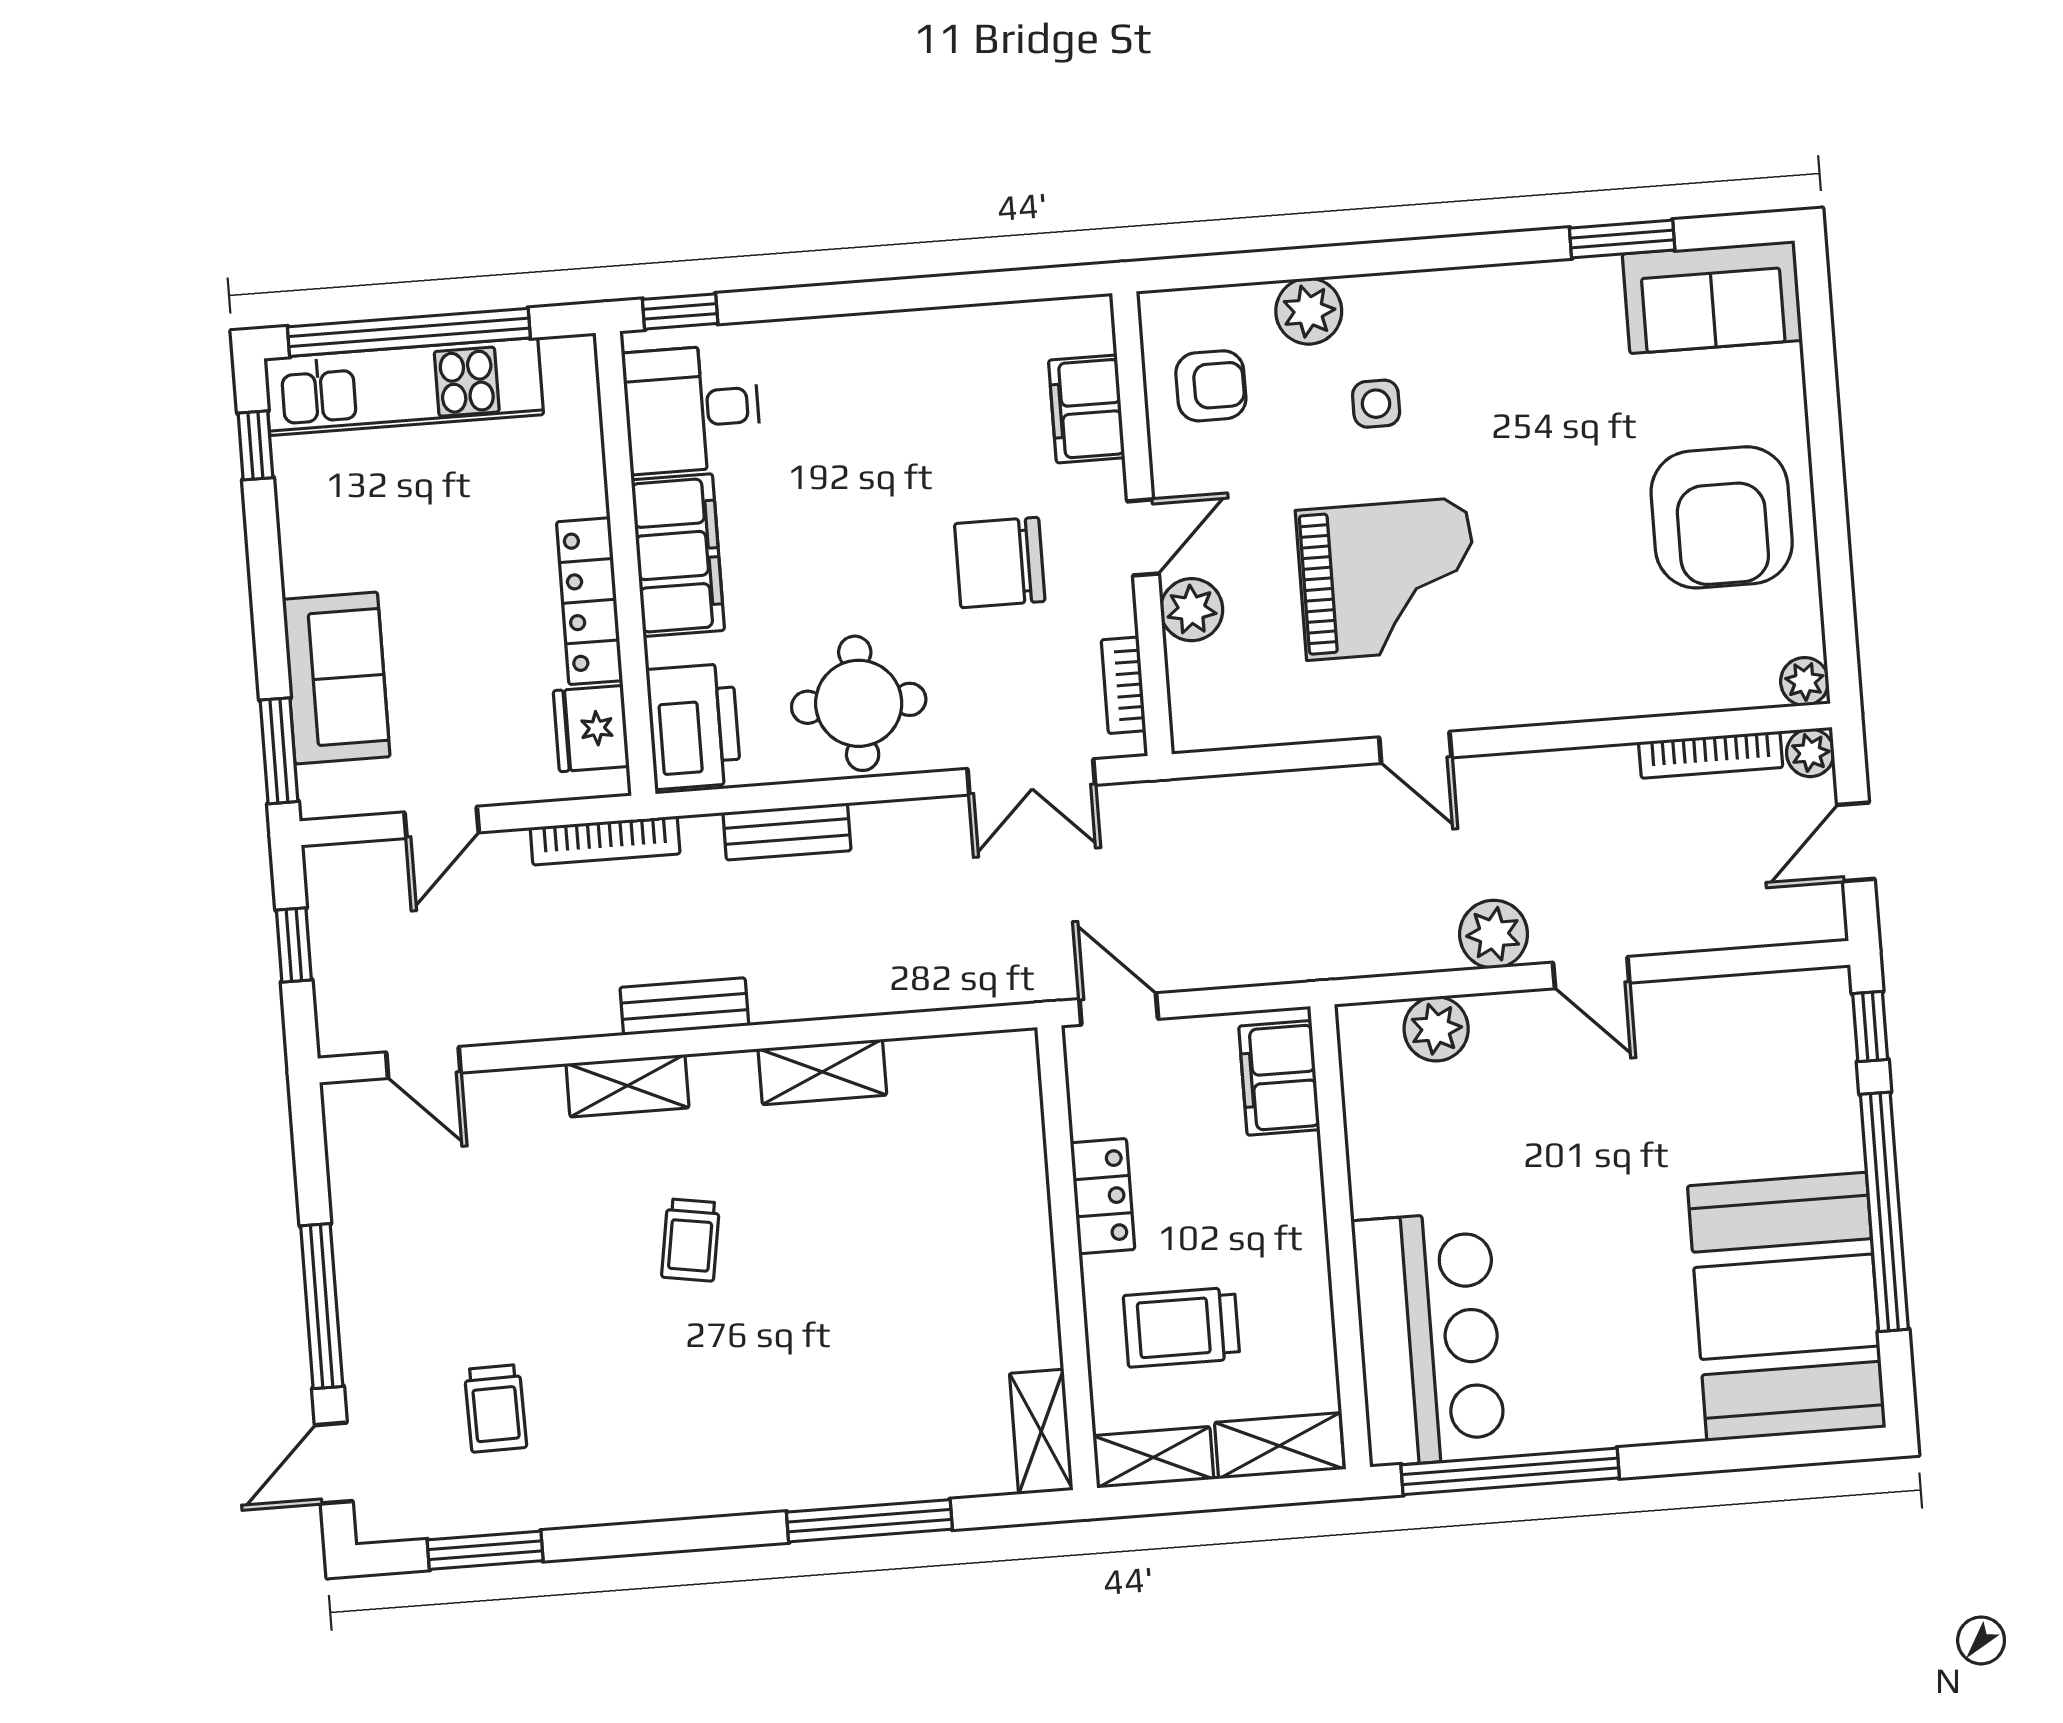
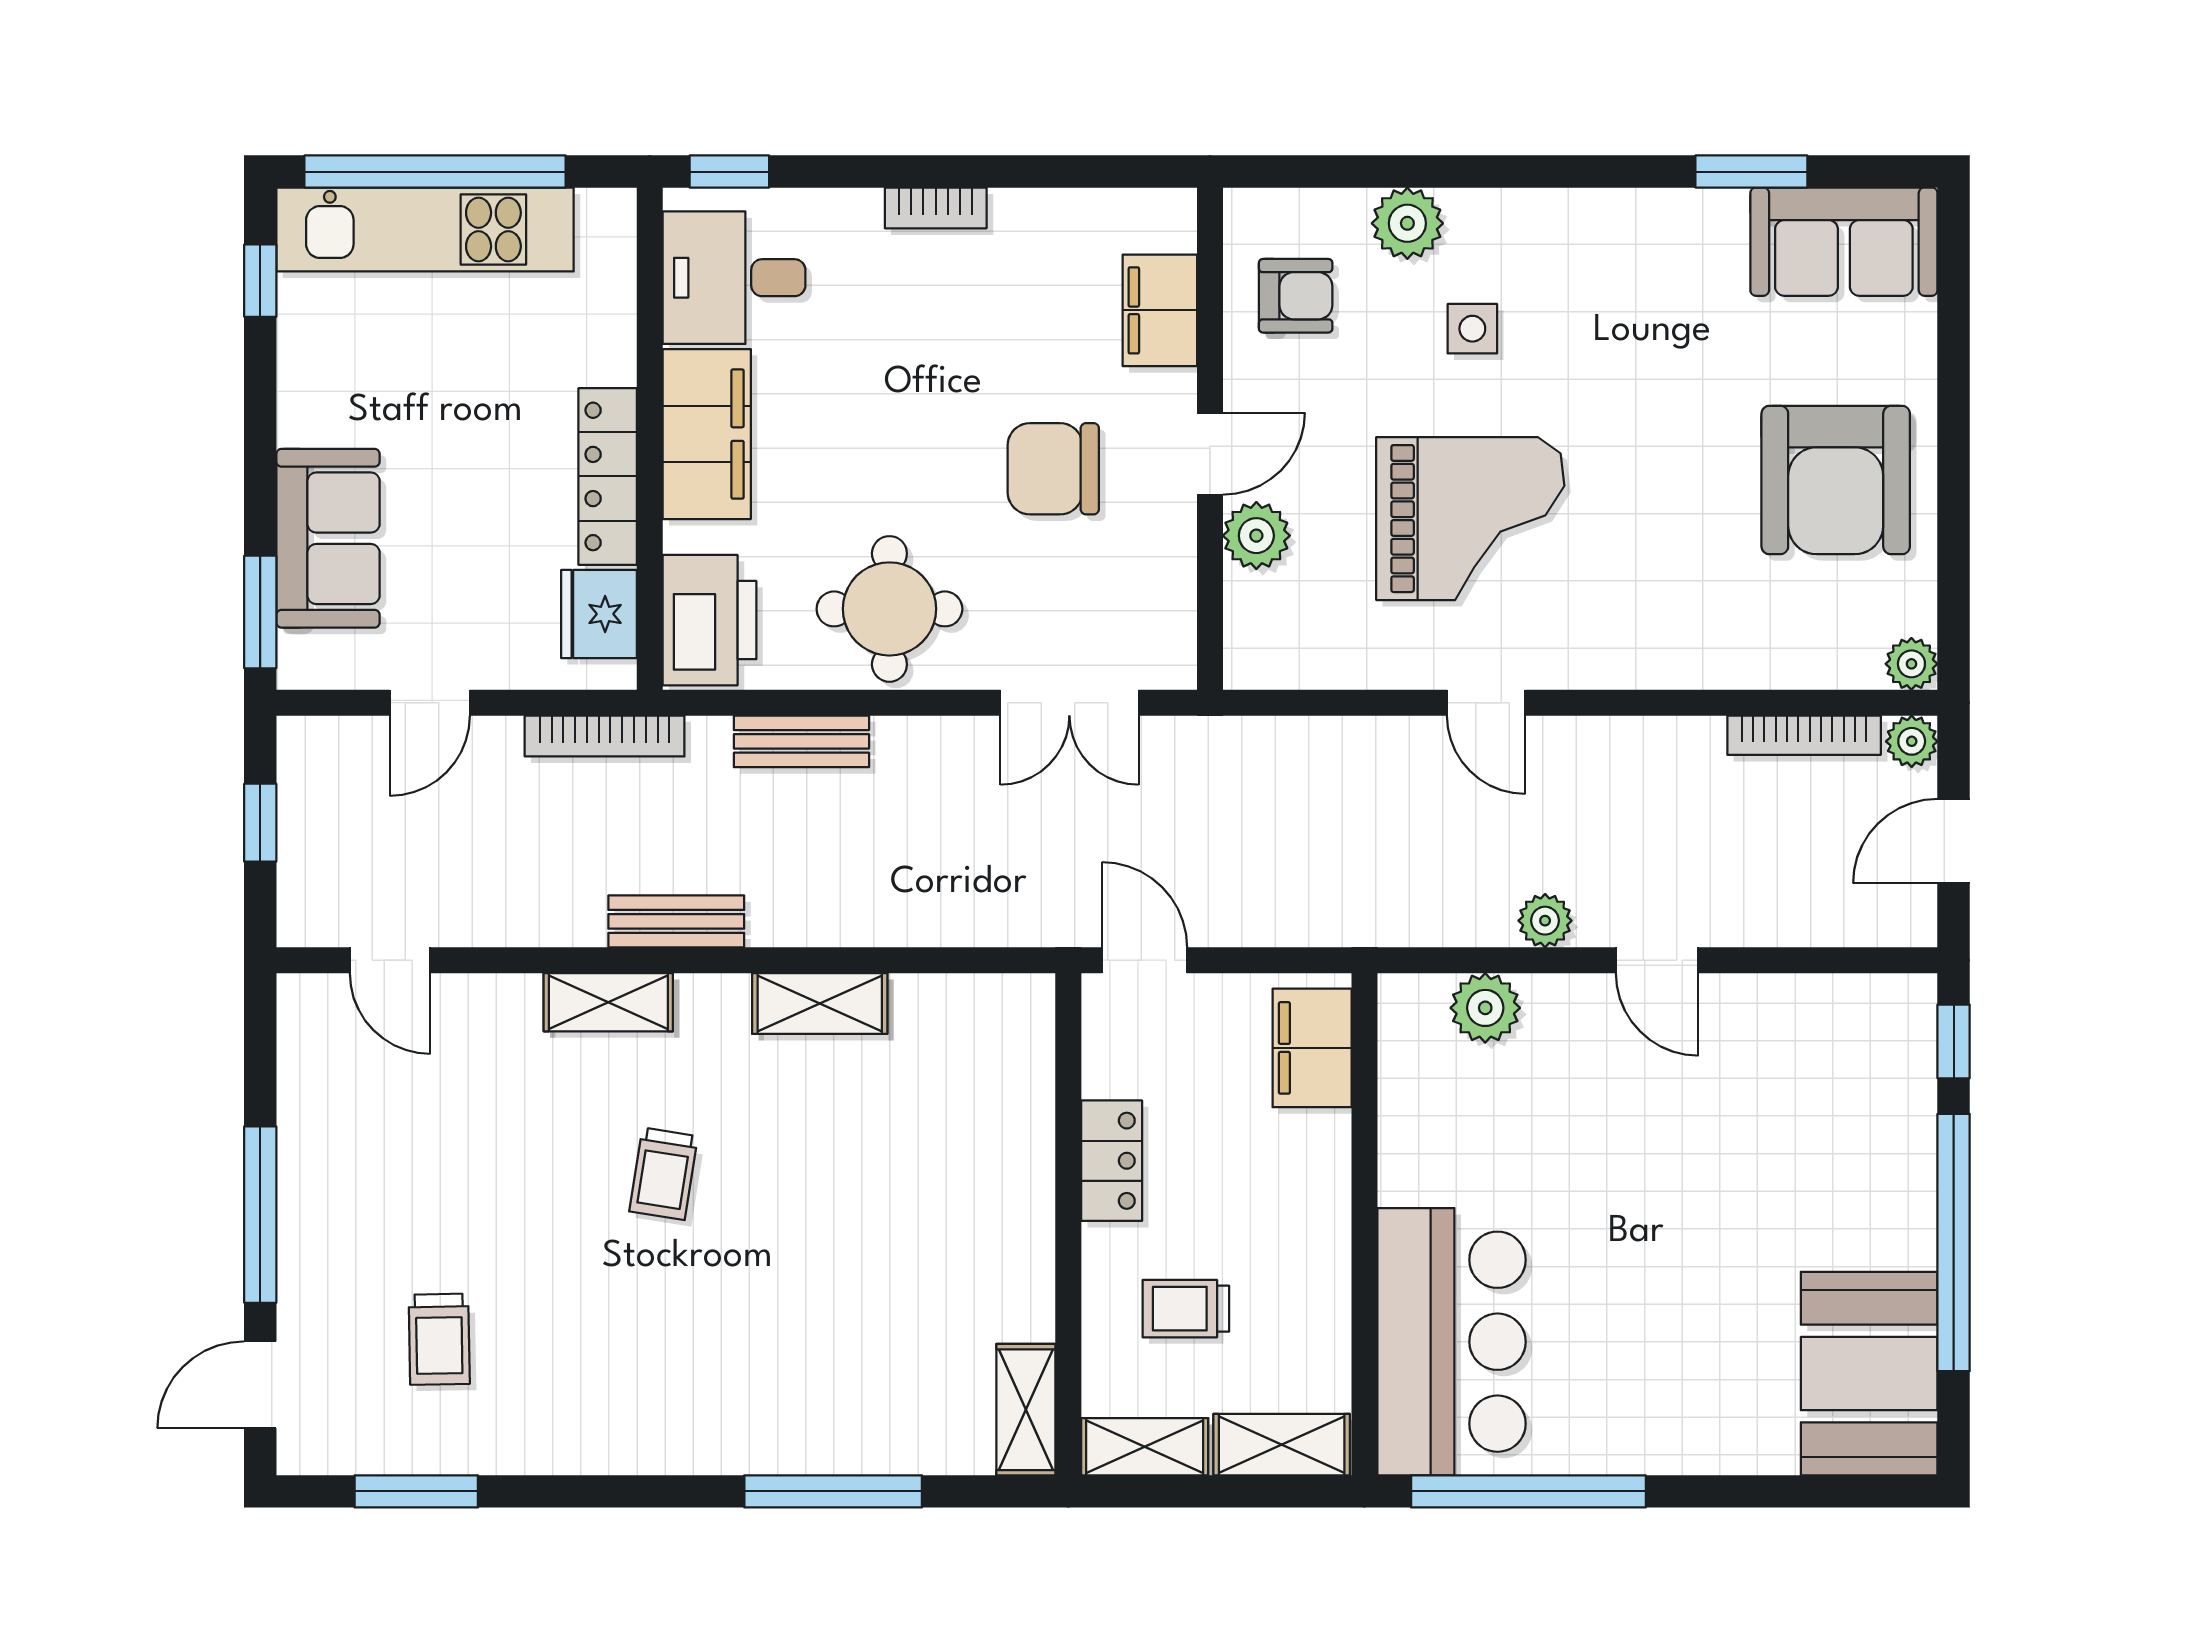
bookcase: (1124, 685) -> (936, 208), moved, turned -90
plant: (1494, 934) -> (1545, 921), width x0.73, depth x0.73
booth: (1787, 1307) -> (1869, 1374), width x0.73, depth x0.70
trolley: (1182, 1327) -> (1186, 1309), width x0.73, depth x0.72

